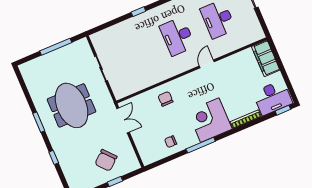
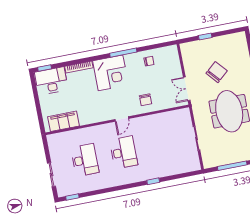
filing cabinet: (266, 58) -> (63, 121), moved, turned -90
door: (207, 64) -> (122, 119), moved
chair: (106, 160) -> (217, 72), moved

